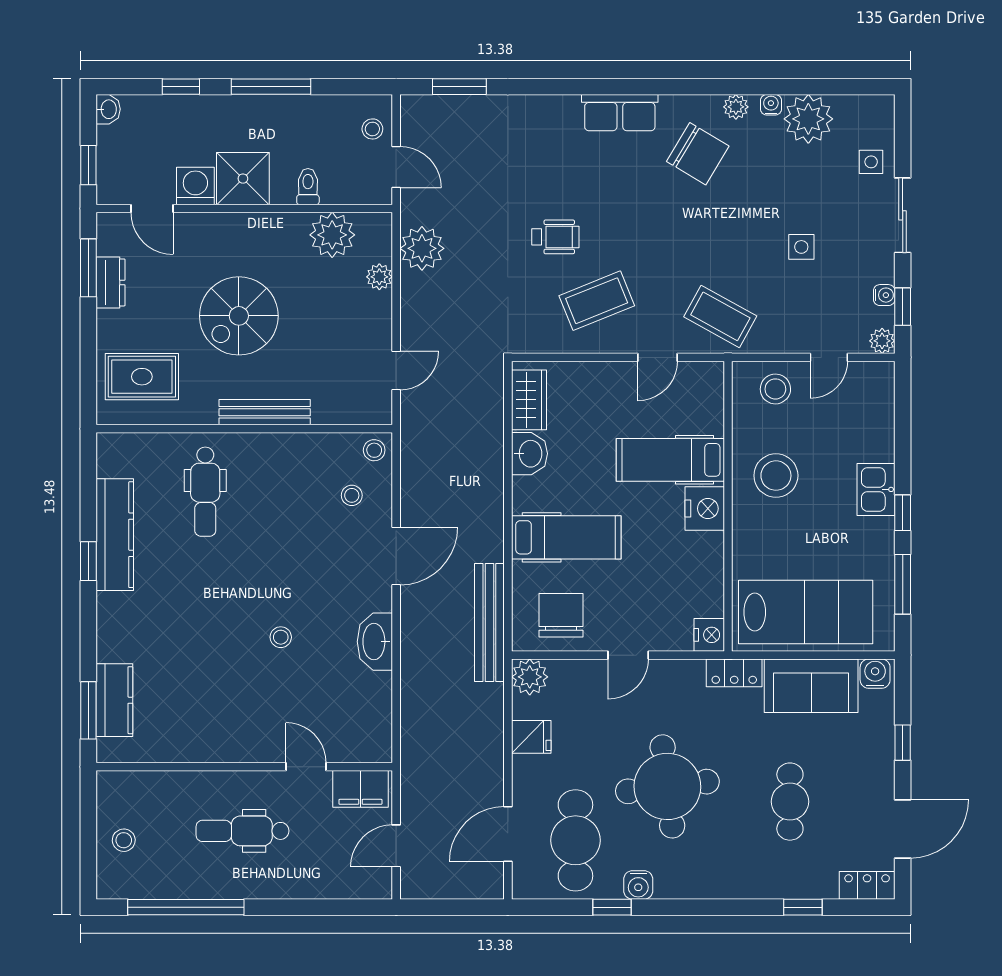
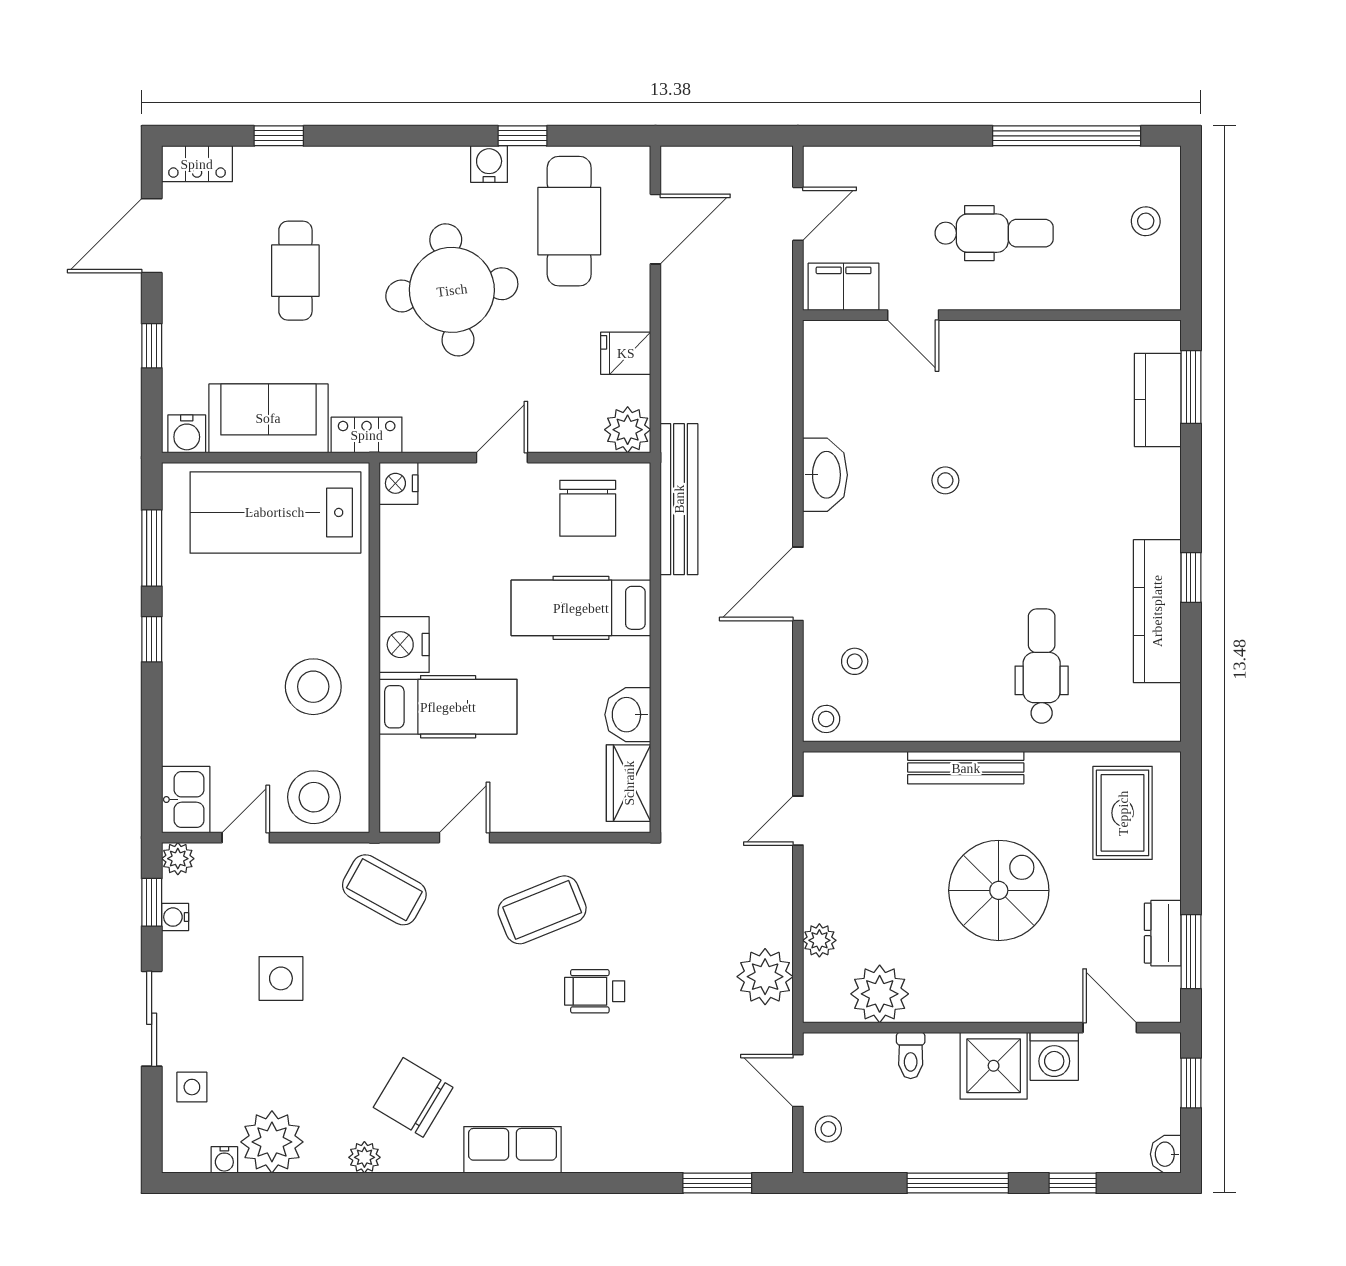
water cooler: (771, 105) -> (224, 1160), moved
side table: (801, 247) -> (281, 978), width x1.37, depth x1.37
rug: (142, 377) -> (1123, 813), turned 90
stool: (775, 389) -> (314, 797), width x1.38, depth x1.38
kitchen sink: (876, 489) -> (186, 800), moved

